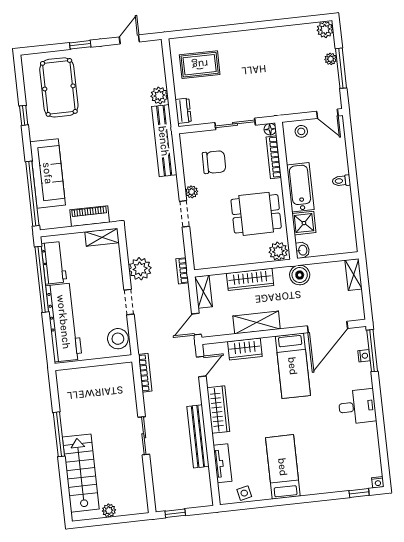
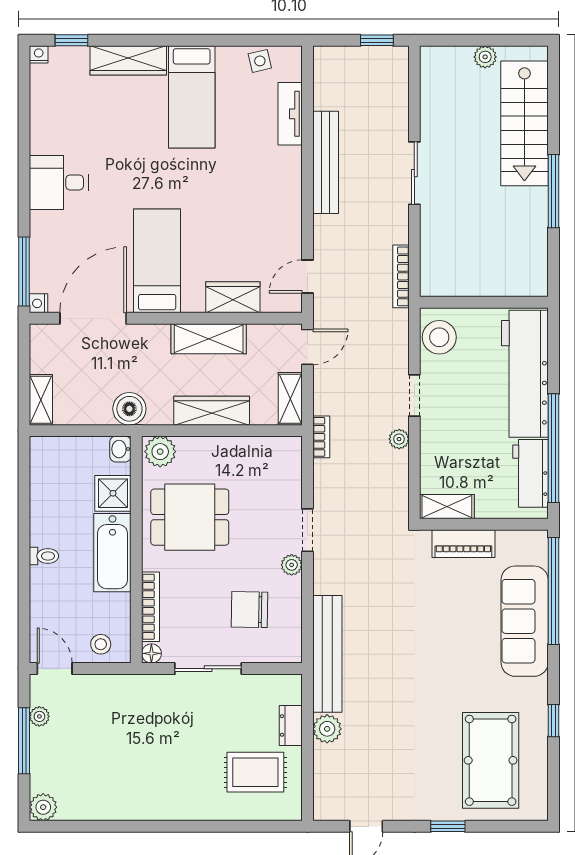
plant: (331, 59) -> (39, 716), moved
dresser: (183, 111) -> (291, 725), moved
plant: (140, 269) -> (399, 439), width x0.53, depth x0.53
nightstand: (364, 356) -> (38, 303), moved
wardrobe: (218, 410) -> (128, 60), moved, turned -90

